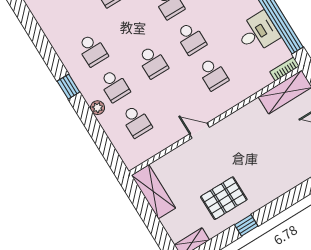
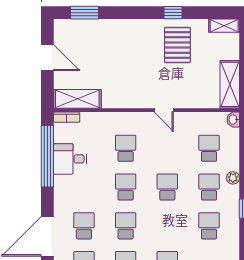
washbasin: (130, 161) -> (233, 120), added
pallet: (224, 198) -> (177, 45), turned 90

